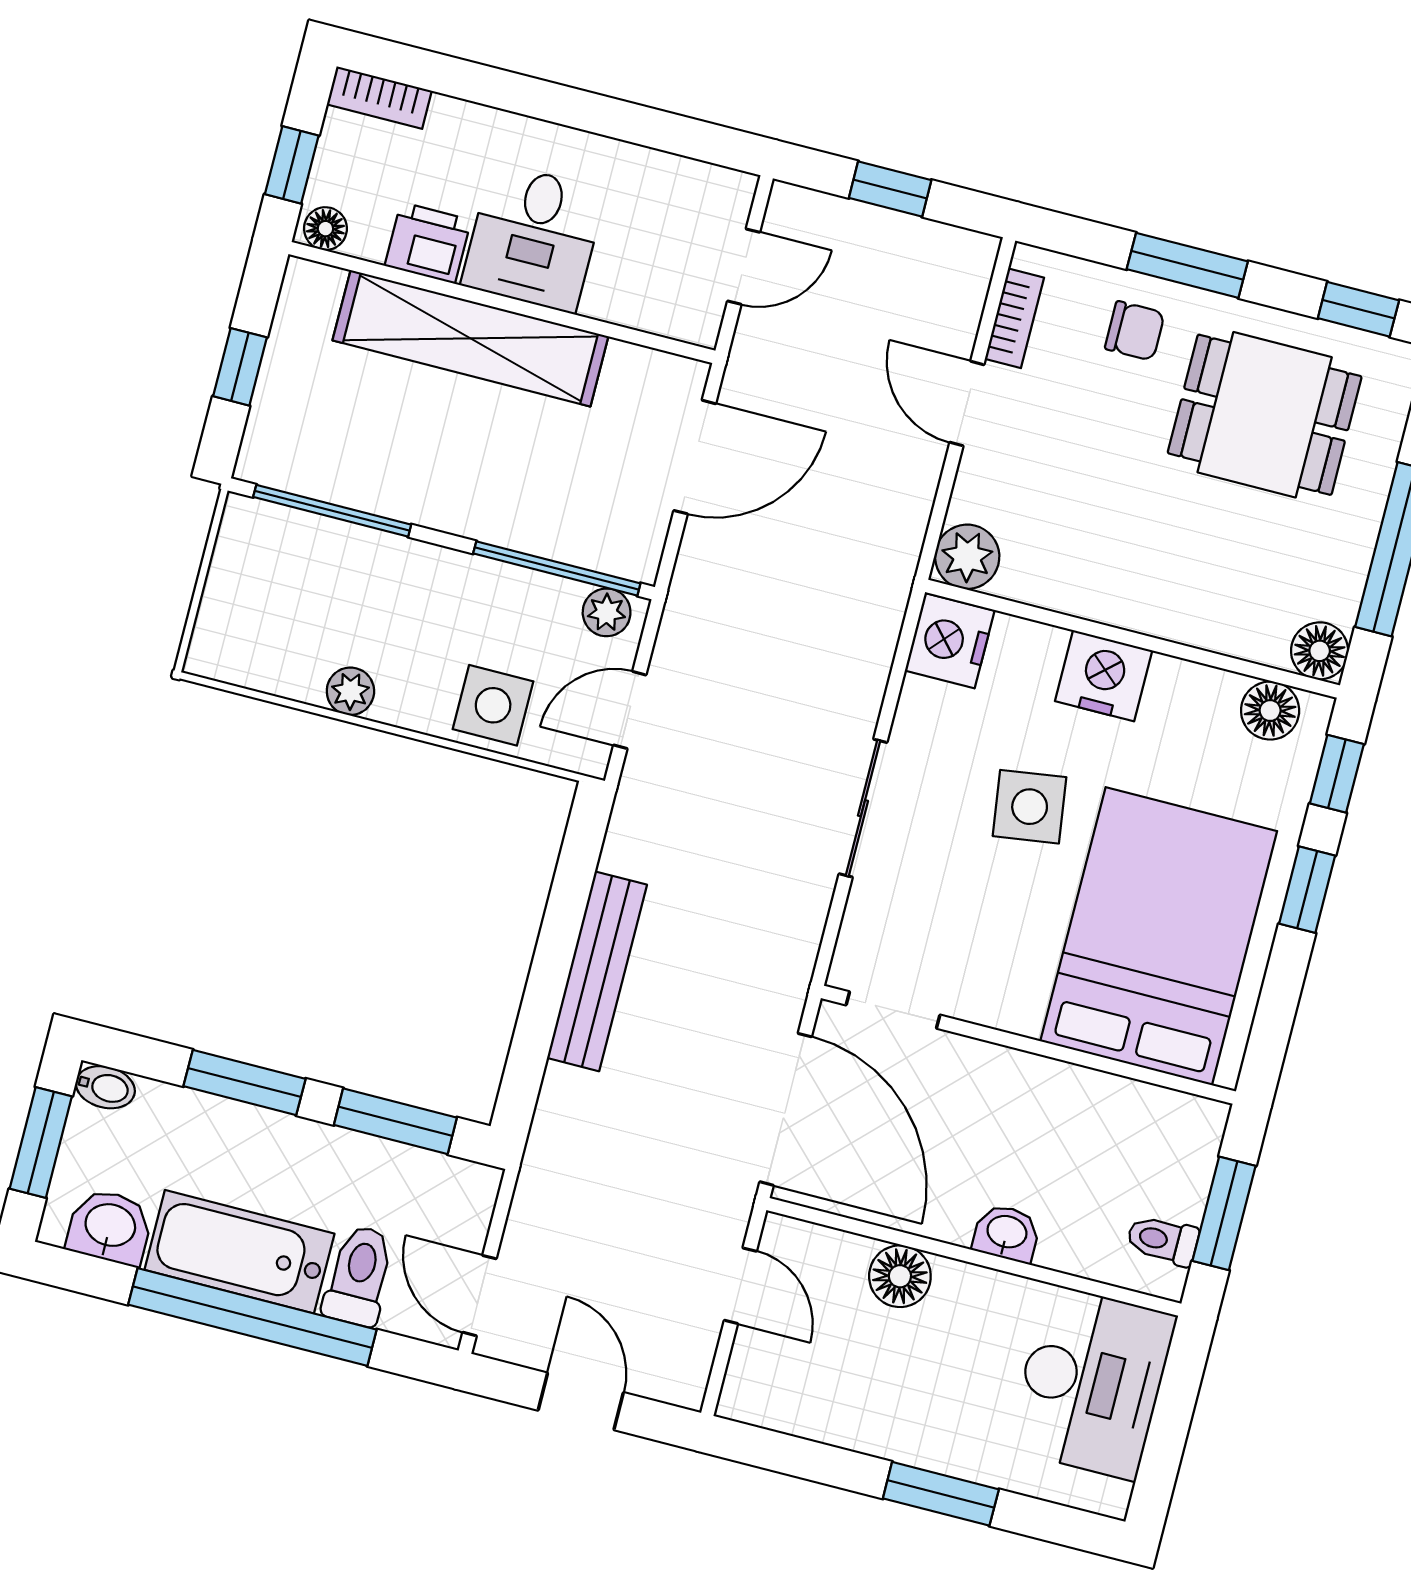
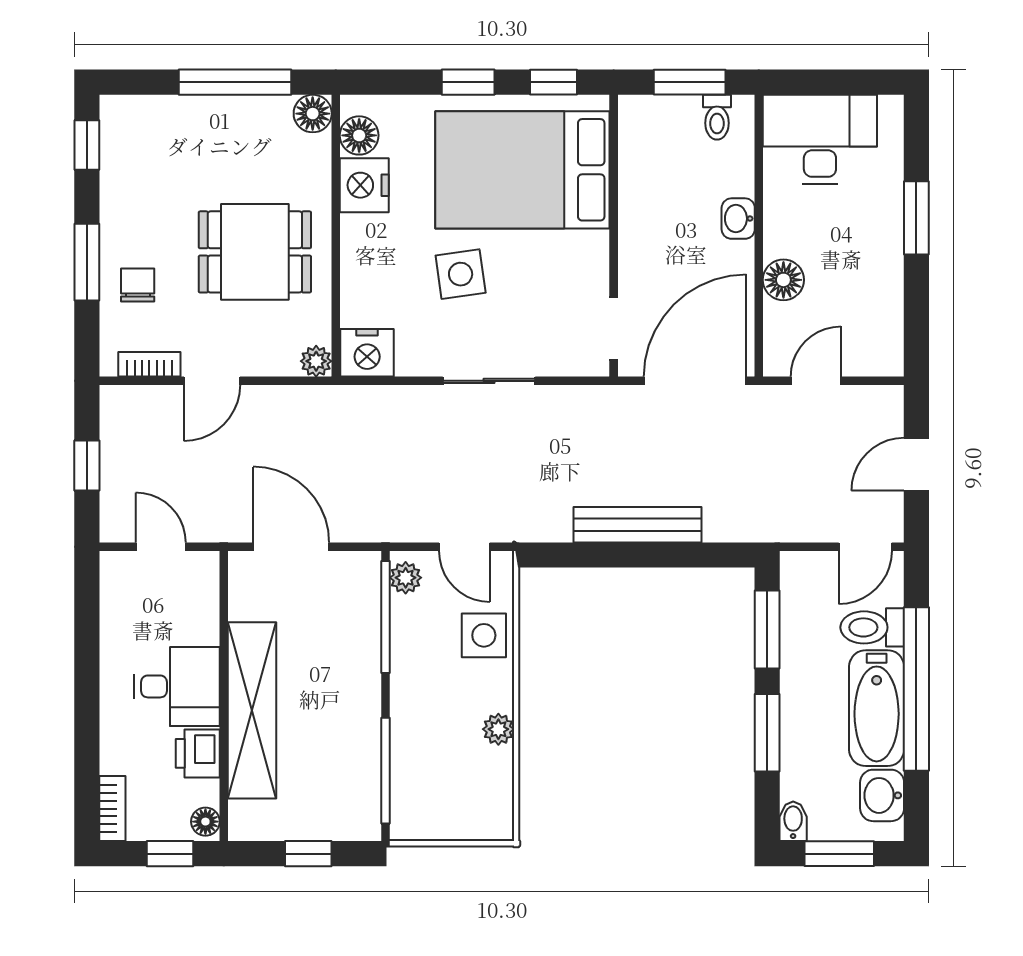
dining table: (1265, 415) -> (255, 252), moved, turned 90
plant: (967, 557) -> (316, 361), width x0.73, depth x0.73
nightstand: (1104, 676) -> (364, 185), moved
window: (1337, 774) -> (554, 82), moved

